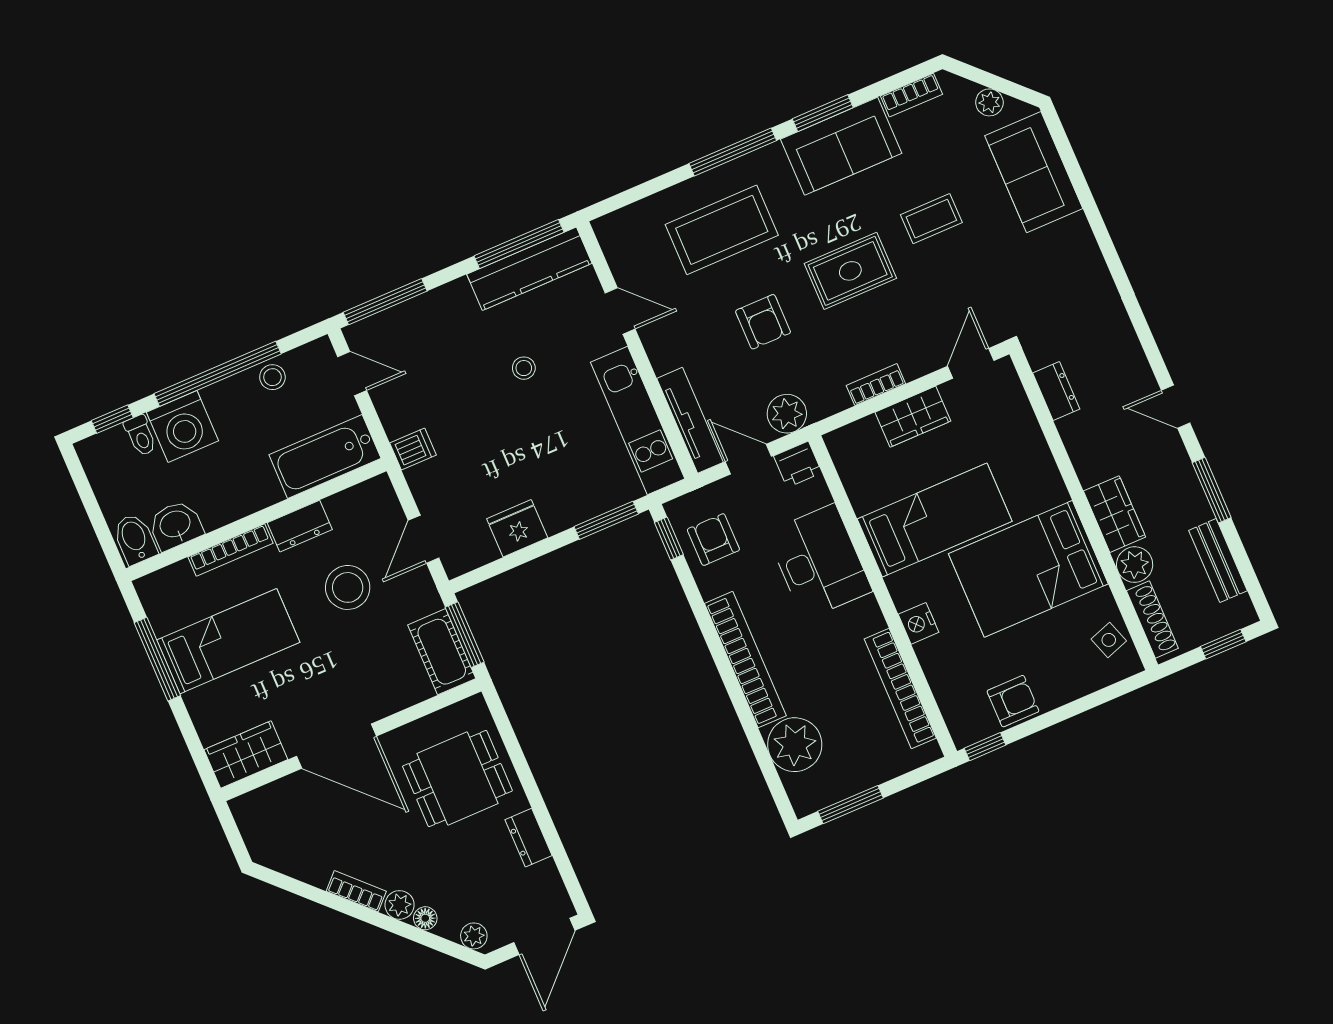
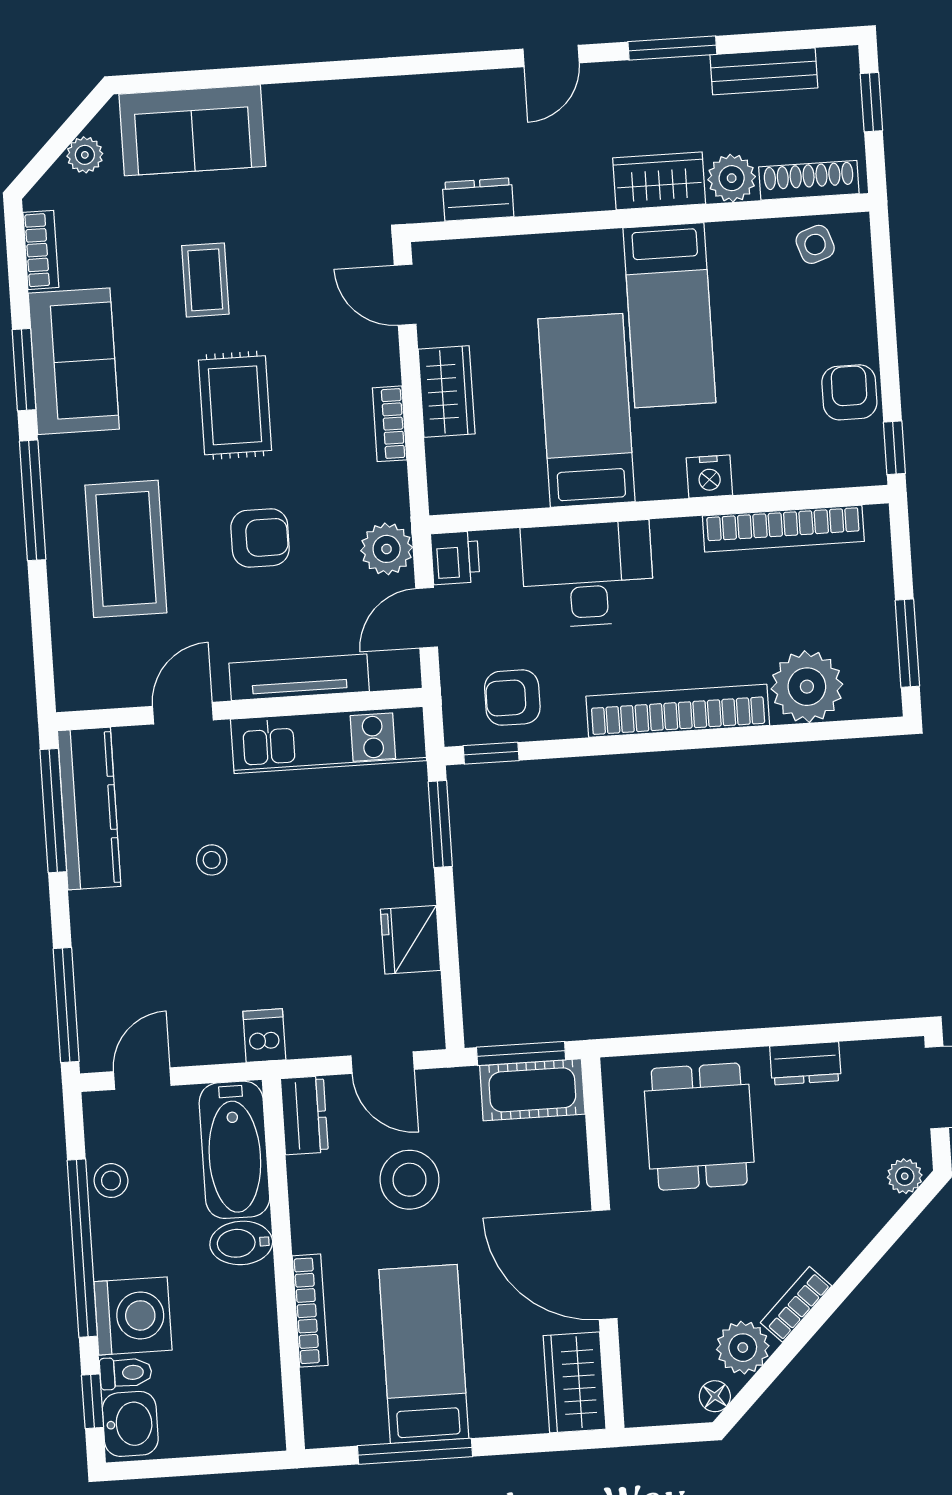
tv unit: (690, 420) -> (299, 677), moved
washbasin: (175, 525) -> (130, 1424), moved, turned 180
dresser: (300, 526) -> (304, 1115), moved
bidet: (135, 539) -> (241, 1243), moved
bed: (1028, 569) -> (669, 315), width x0.67
door: (336, 746) -> (604, 1265), swing flipped
plant: (400, 905) -> (743, 1348), moved, width x1.38, depth x1.38
floor lamp: (425, 918) -> (715, 1396), moved

